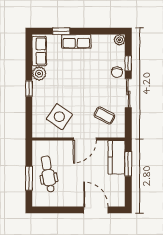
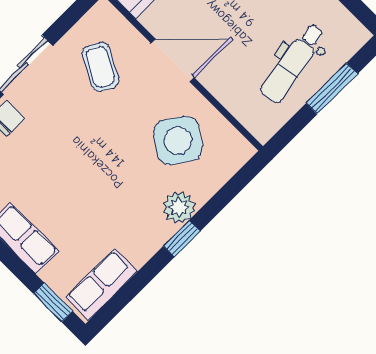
window: (61, 31) -> (53, 302), moved
plant: (39, 74) -> (179, 207), moved

